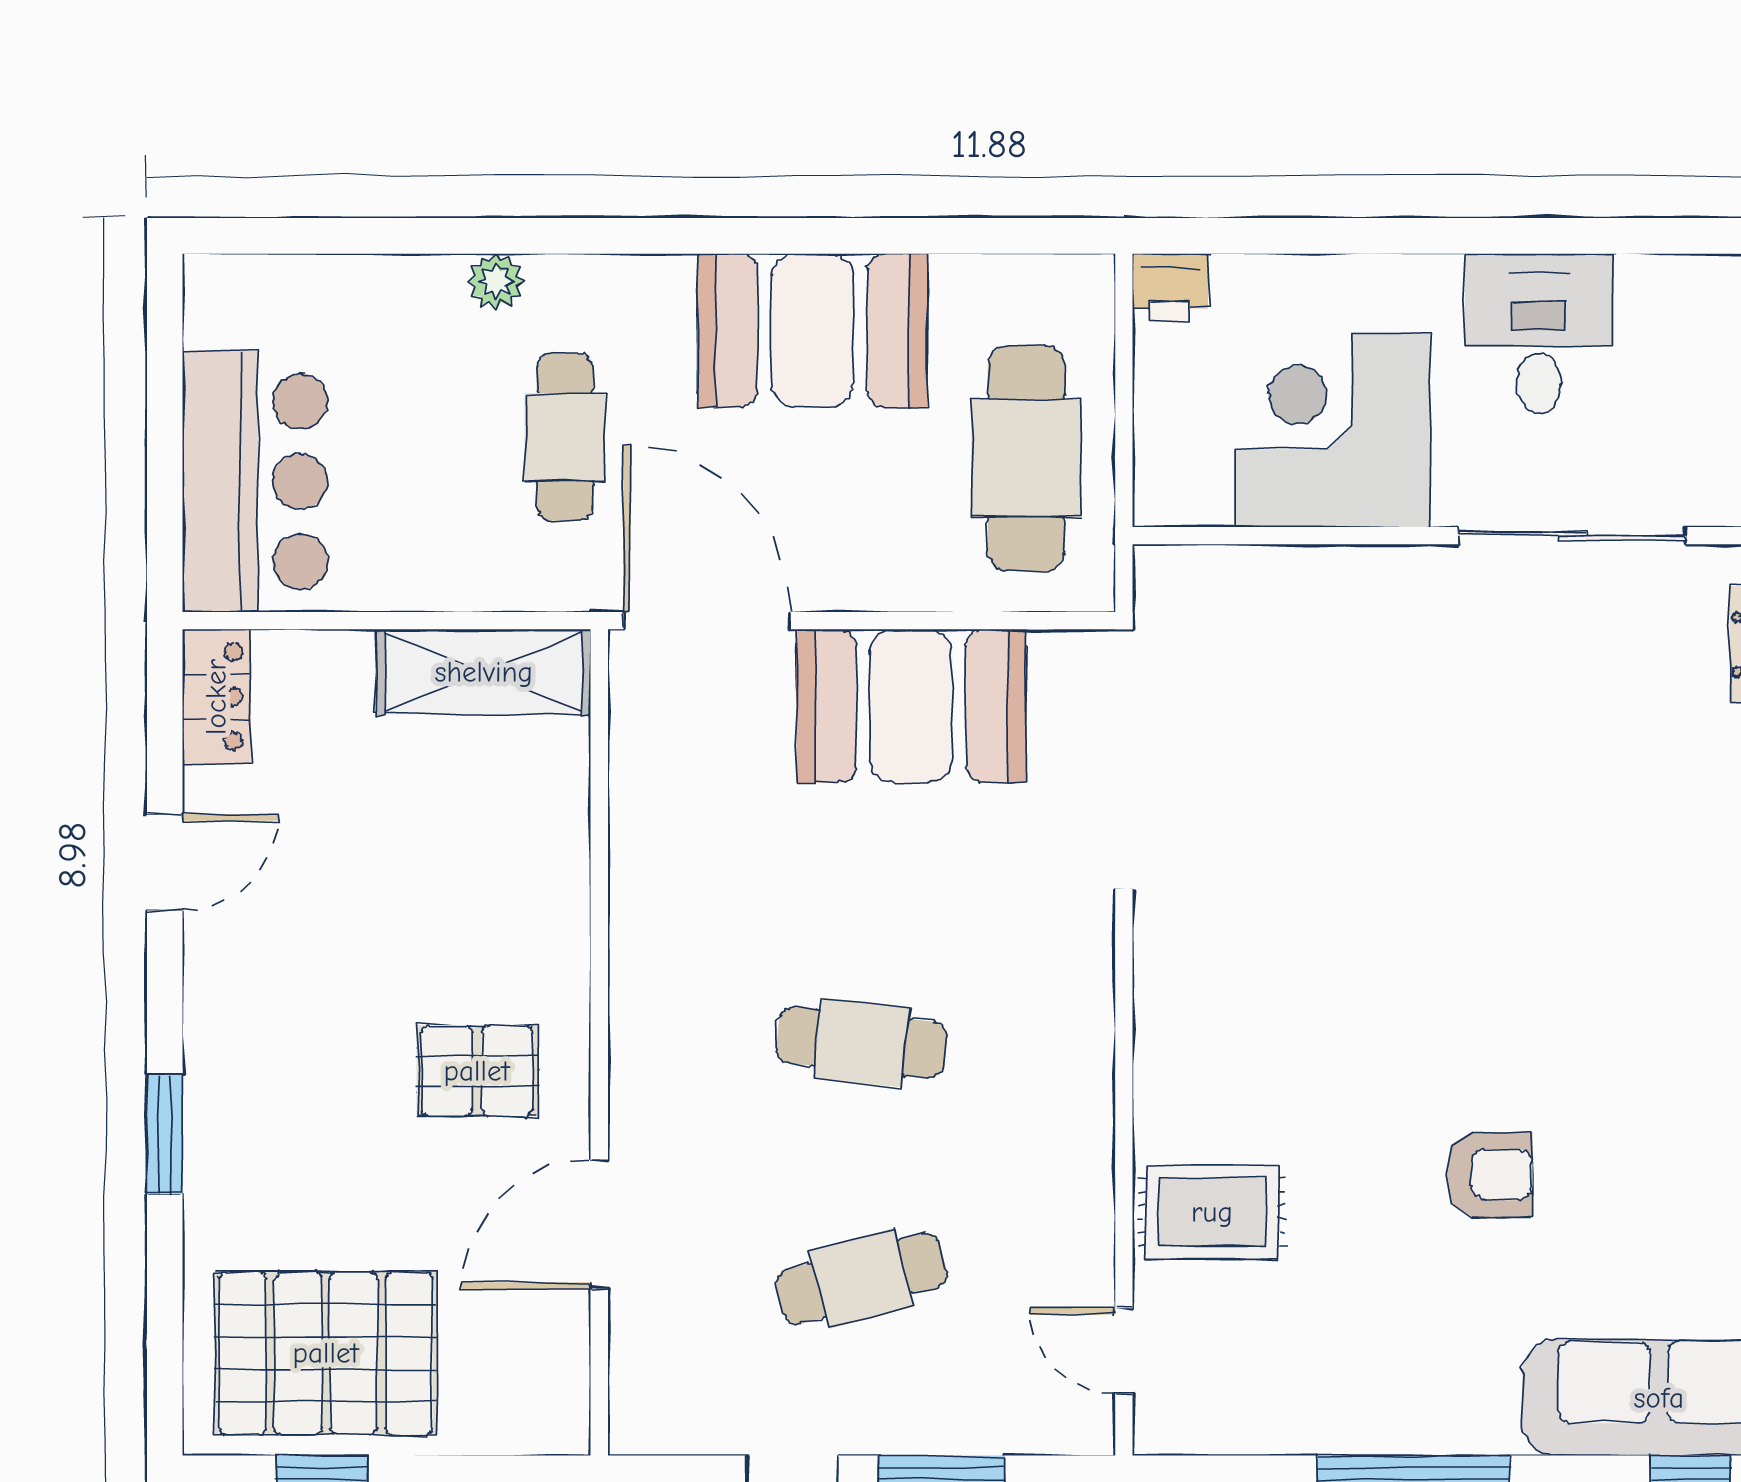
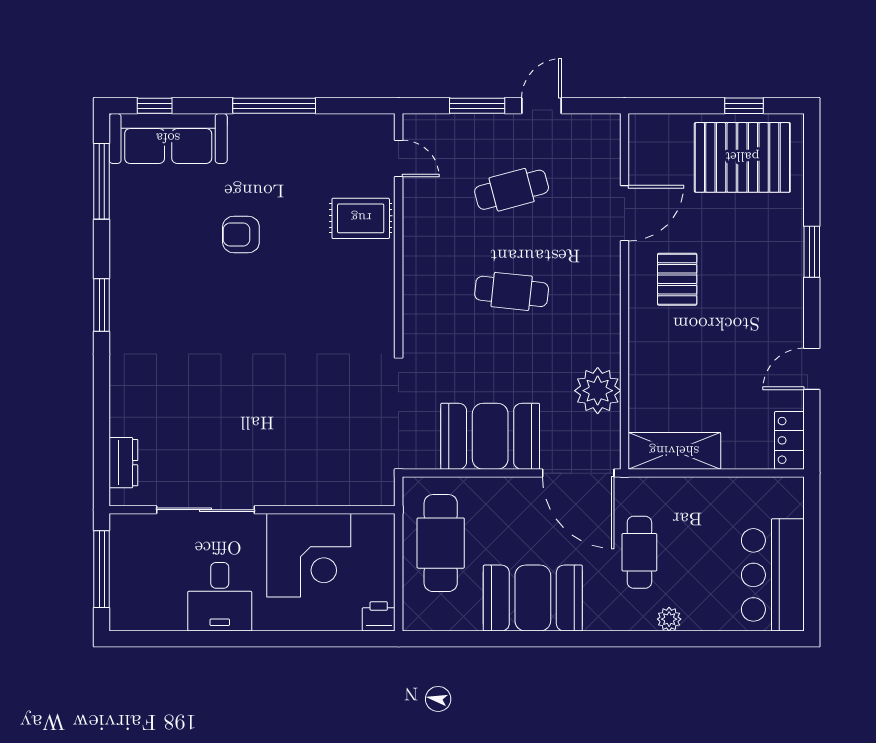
bar counter: (255, 482) -> (773, 575), moved
plant: (662, 812) -> (598, 391), added
pallet: (477, 1071) -> (677, 279), turned 90

